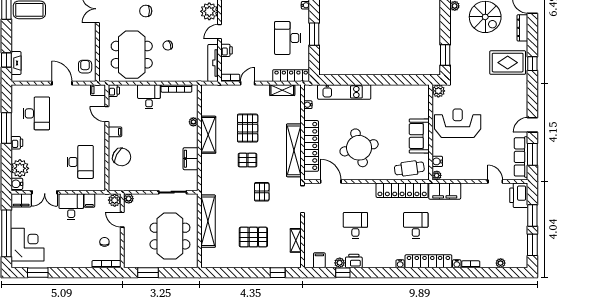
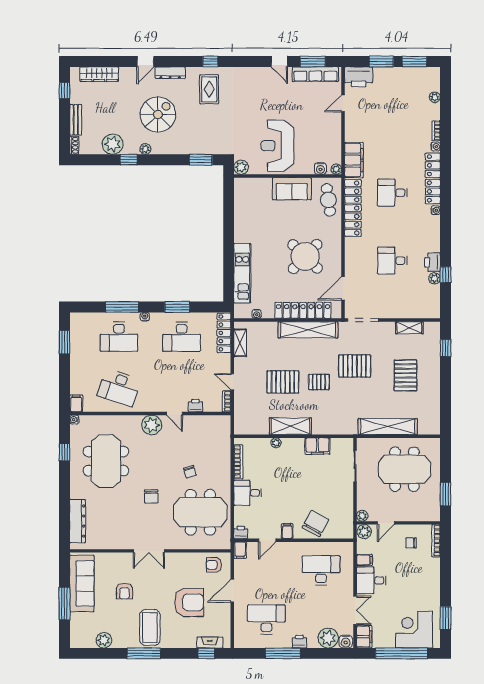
armchair: (52, 45) -> (189, 602), added
tv unit: (213, 63) -> (210, 421), removed
rug: (508, 63) -> (209, 89), width x0.73, depth x0.70
round table: (359, 148) -> (305, 256), turned -32
pallet: (247, 160) -> (319, 382), turned 90
pallet: (262, 192) -> (355, 366), width x1.50, depth x1.42
filing cabinet: (319, 260) -> (432, 301), removed

